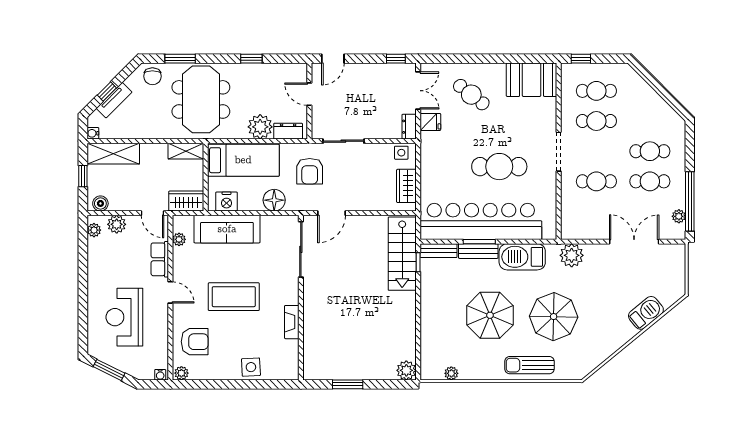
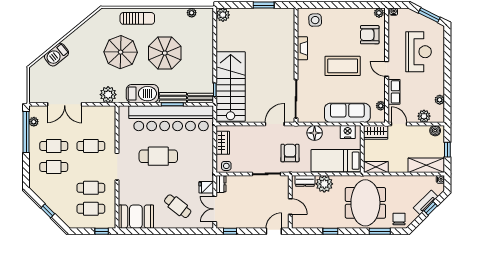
window: (659, 88) -> (48, 211), added
plant: (94, 230) -> (440, 100), moved
stairs: (402, 254) -> (231, 86), width x1.36, depth x1.51
side table: (251, 367) -> (315, 20), moved

